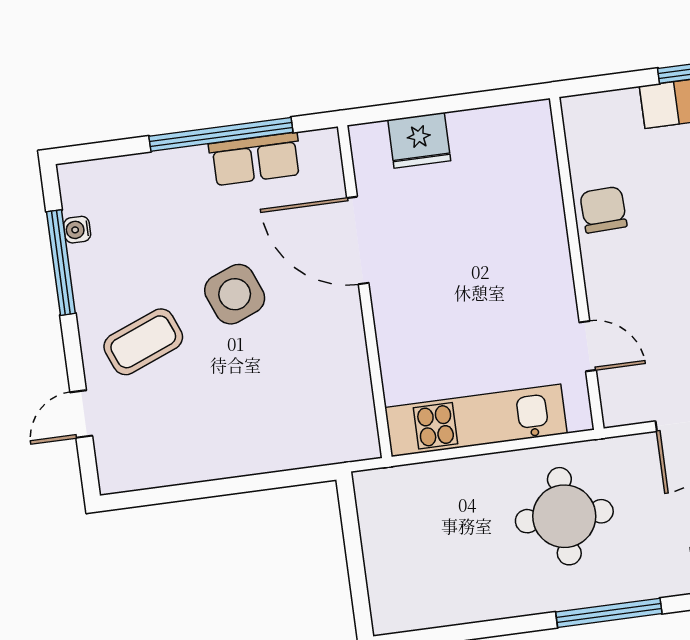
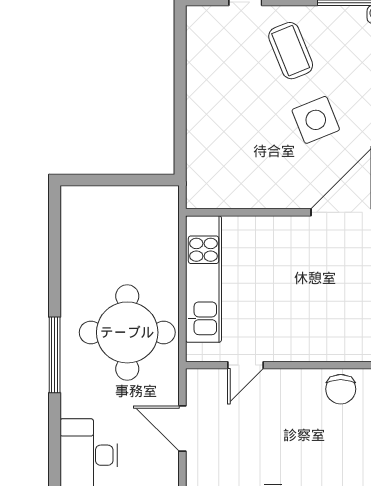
chair: (603, 210) -> (341, 389), turned 92
round table: (564, 516) -> (127, 332), width x1.36, depth x1.36

